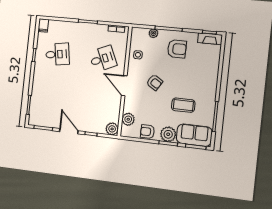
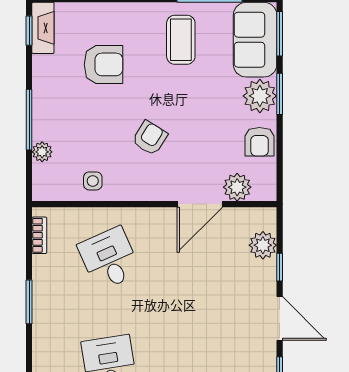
armchair: (177, 49) -> (104, 64), moved, turned 90
door: (124, 86) -> (200, 204), moved
coffee table: (183, 105) -> (181, 40), moved
plant: (112, 129) -> (263, 245), moved
door: (69, 131) -> (280, 318), swing flipped

